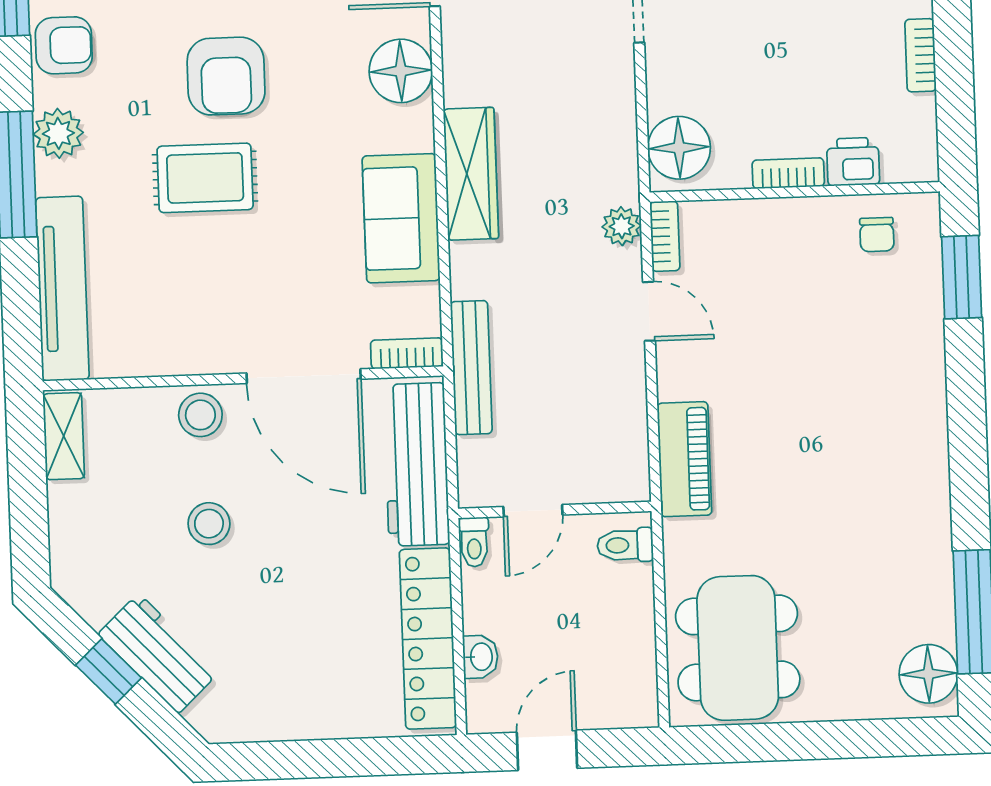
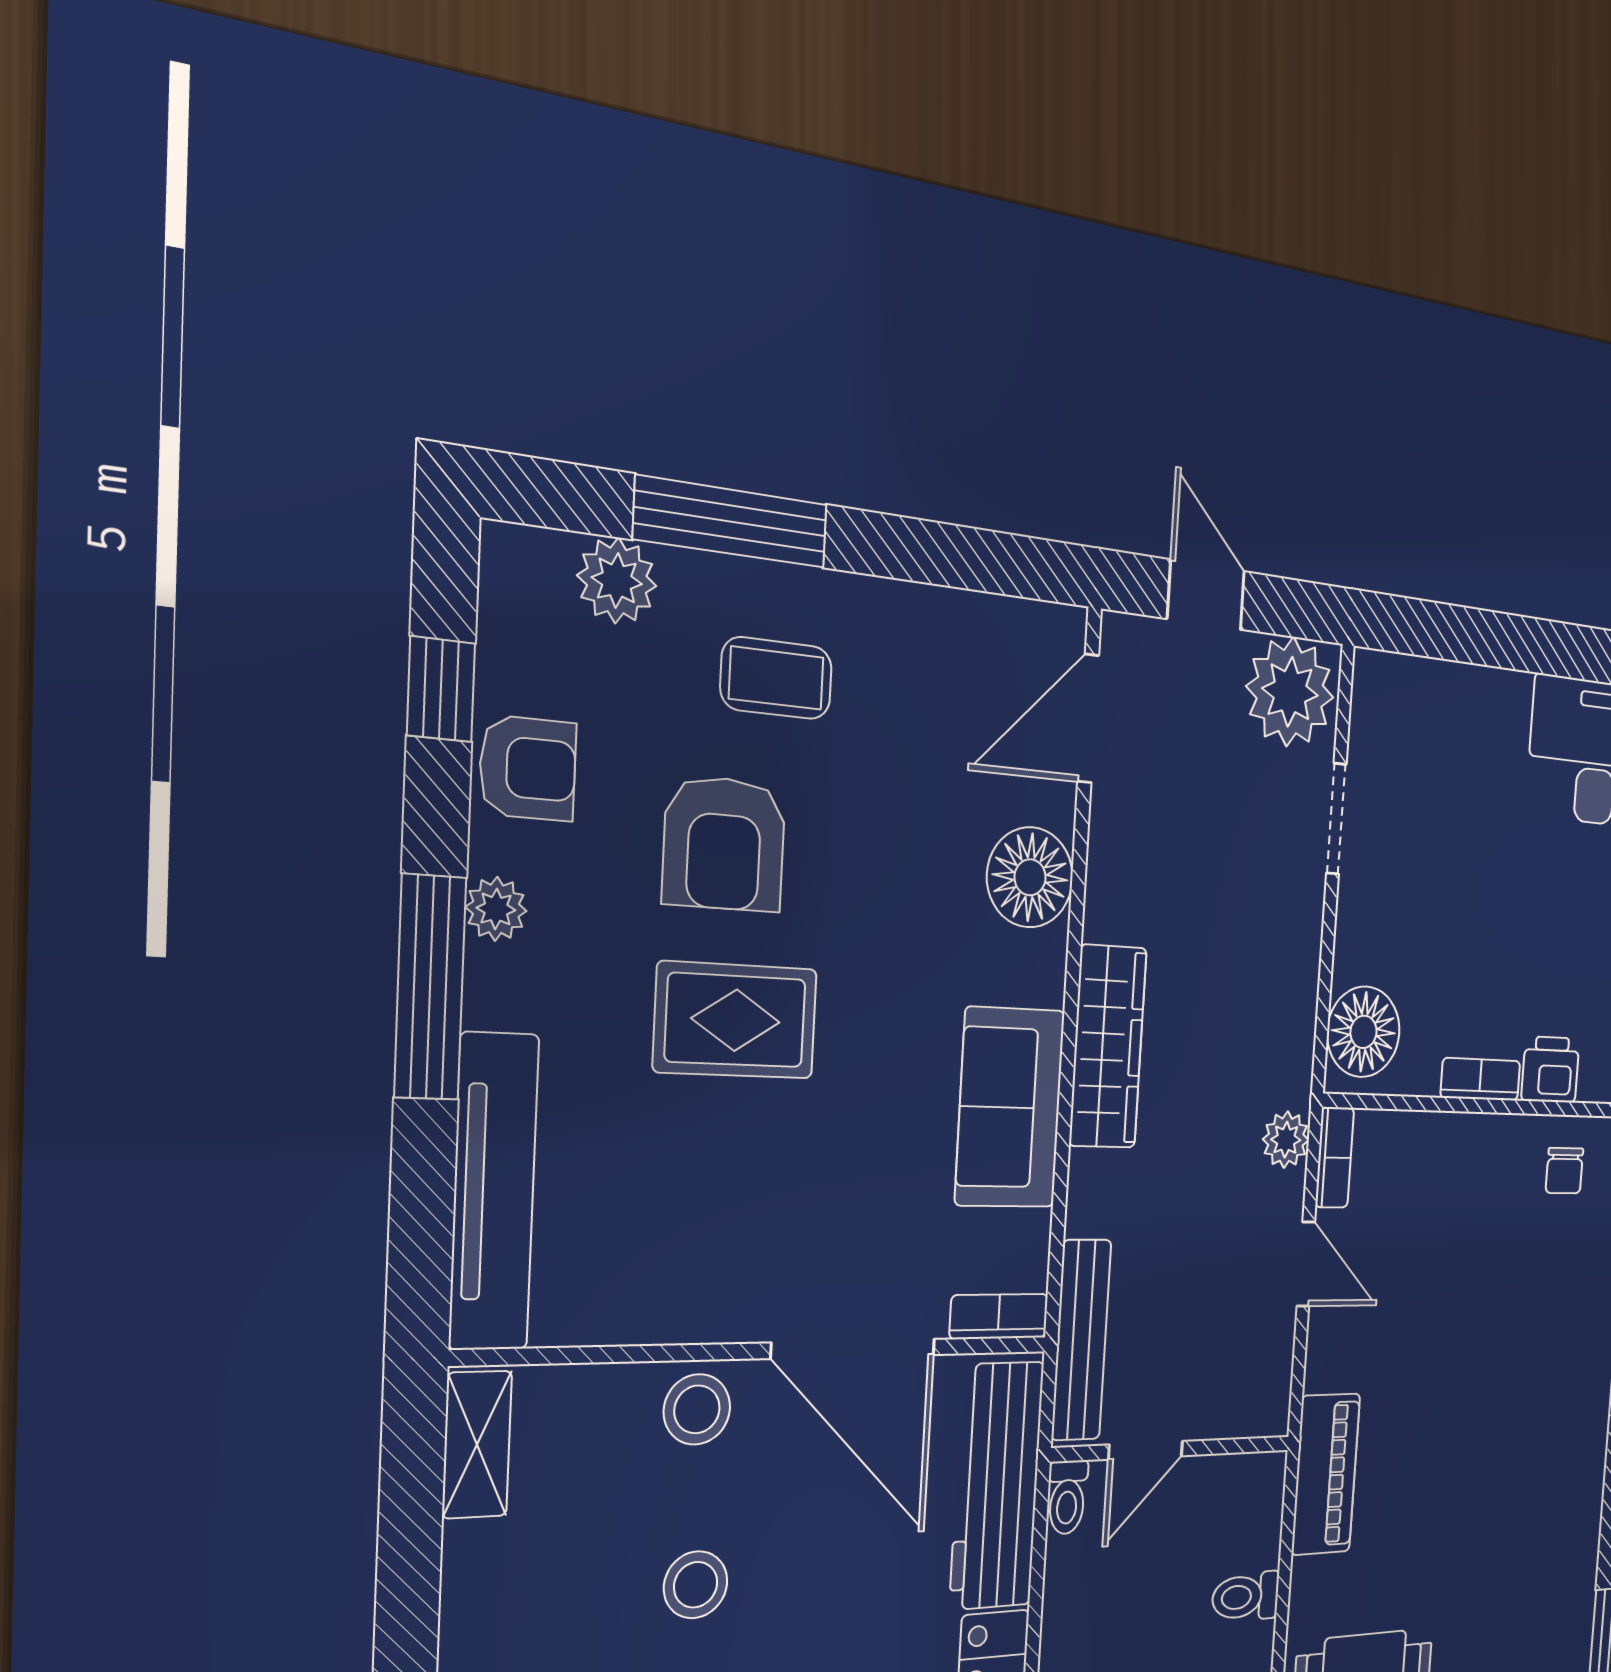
armchair: (226, 76) -> (724, 844), moved
plant: (58, 133) -> (496, 909), width x0.73, depth x0.73
wall: (555, 510) -> (1173, 1449), moved
door: (533, 511) -> (1146, 1450), moved
toilet: (474, 542) -> (1067, 1497), moved

